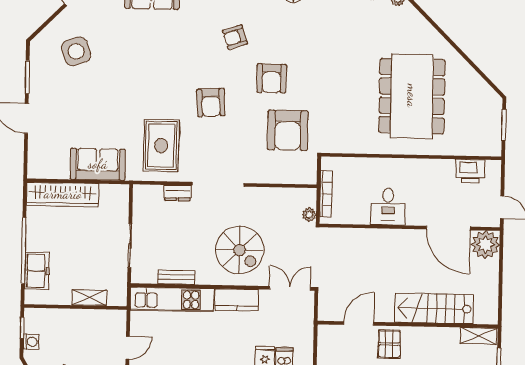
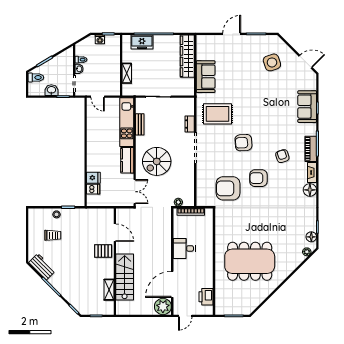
shelving: (479, 336) -> (109, 290), moved

